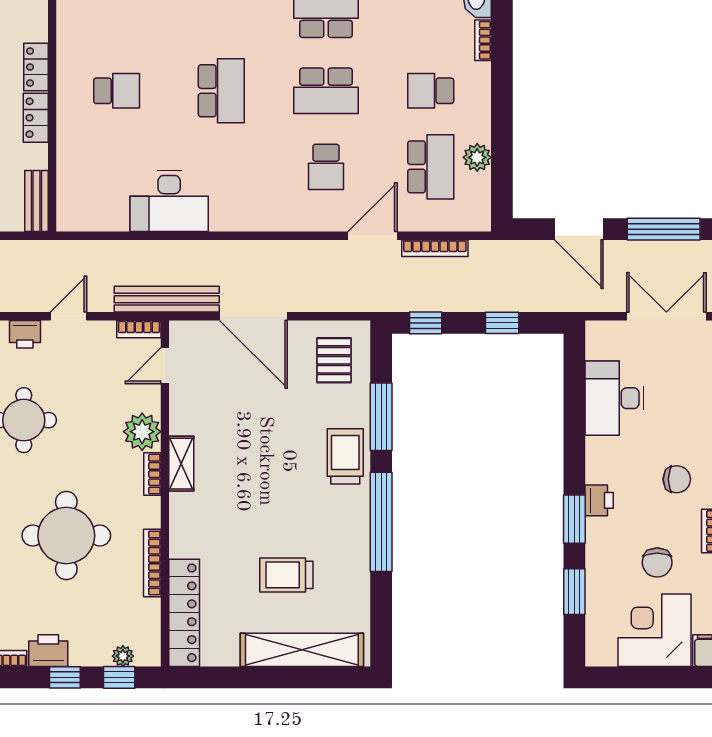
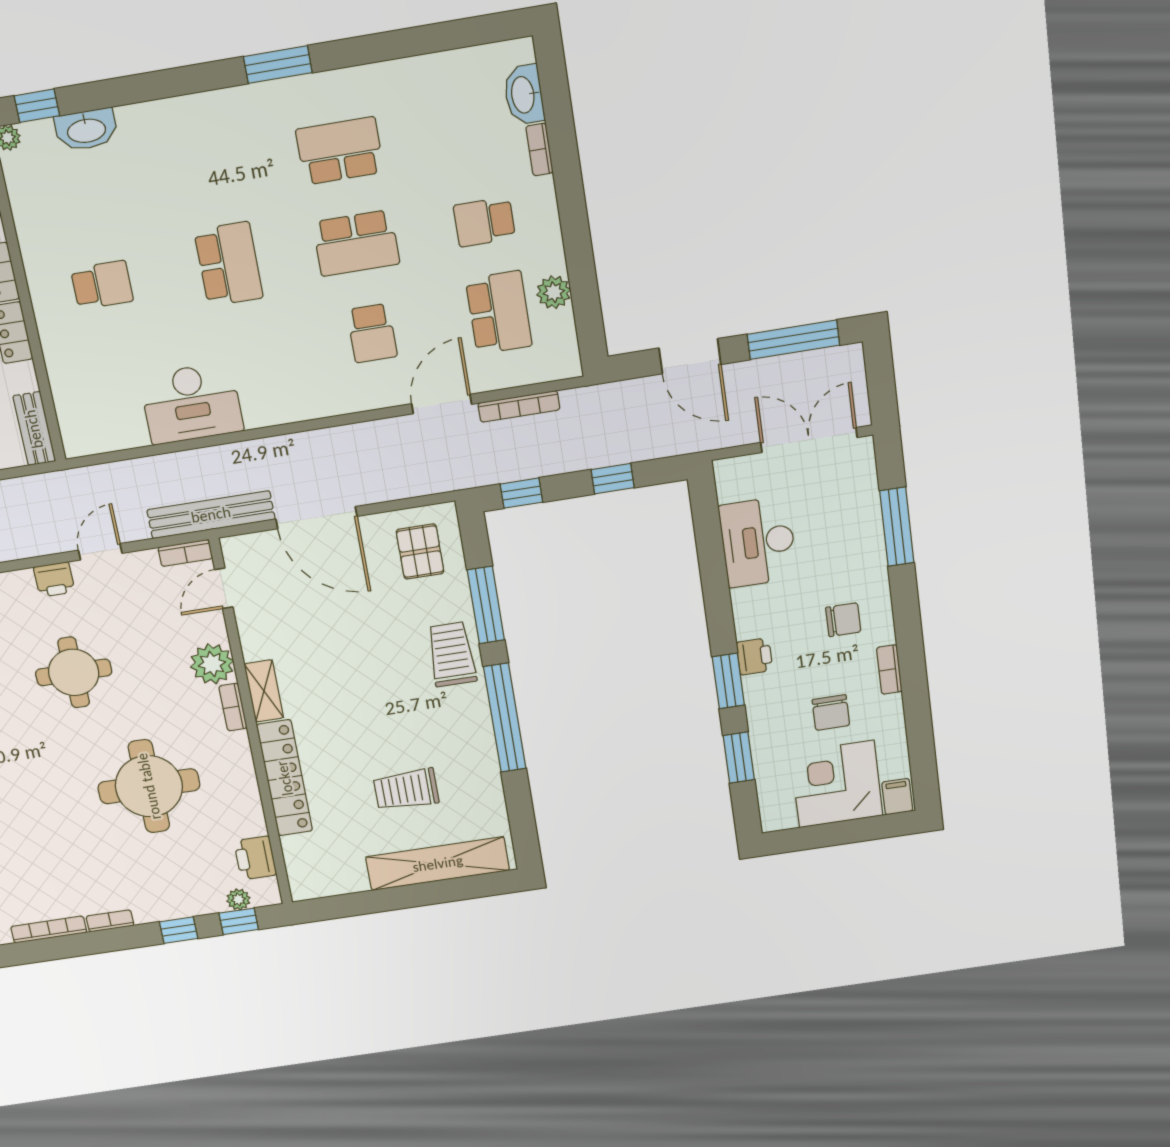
bookcase: (152, 563) -> (252, 800), removed
locker: (184, 613) -> (285, 778), moved
printer: (48, 651) -> (255, 858), moved, turned -90

